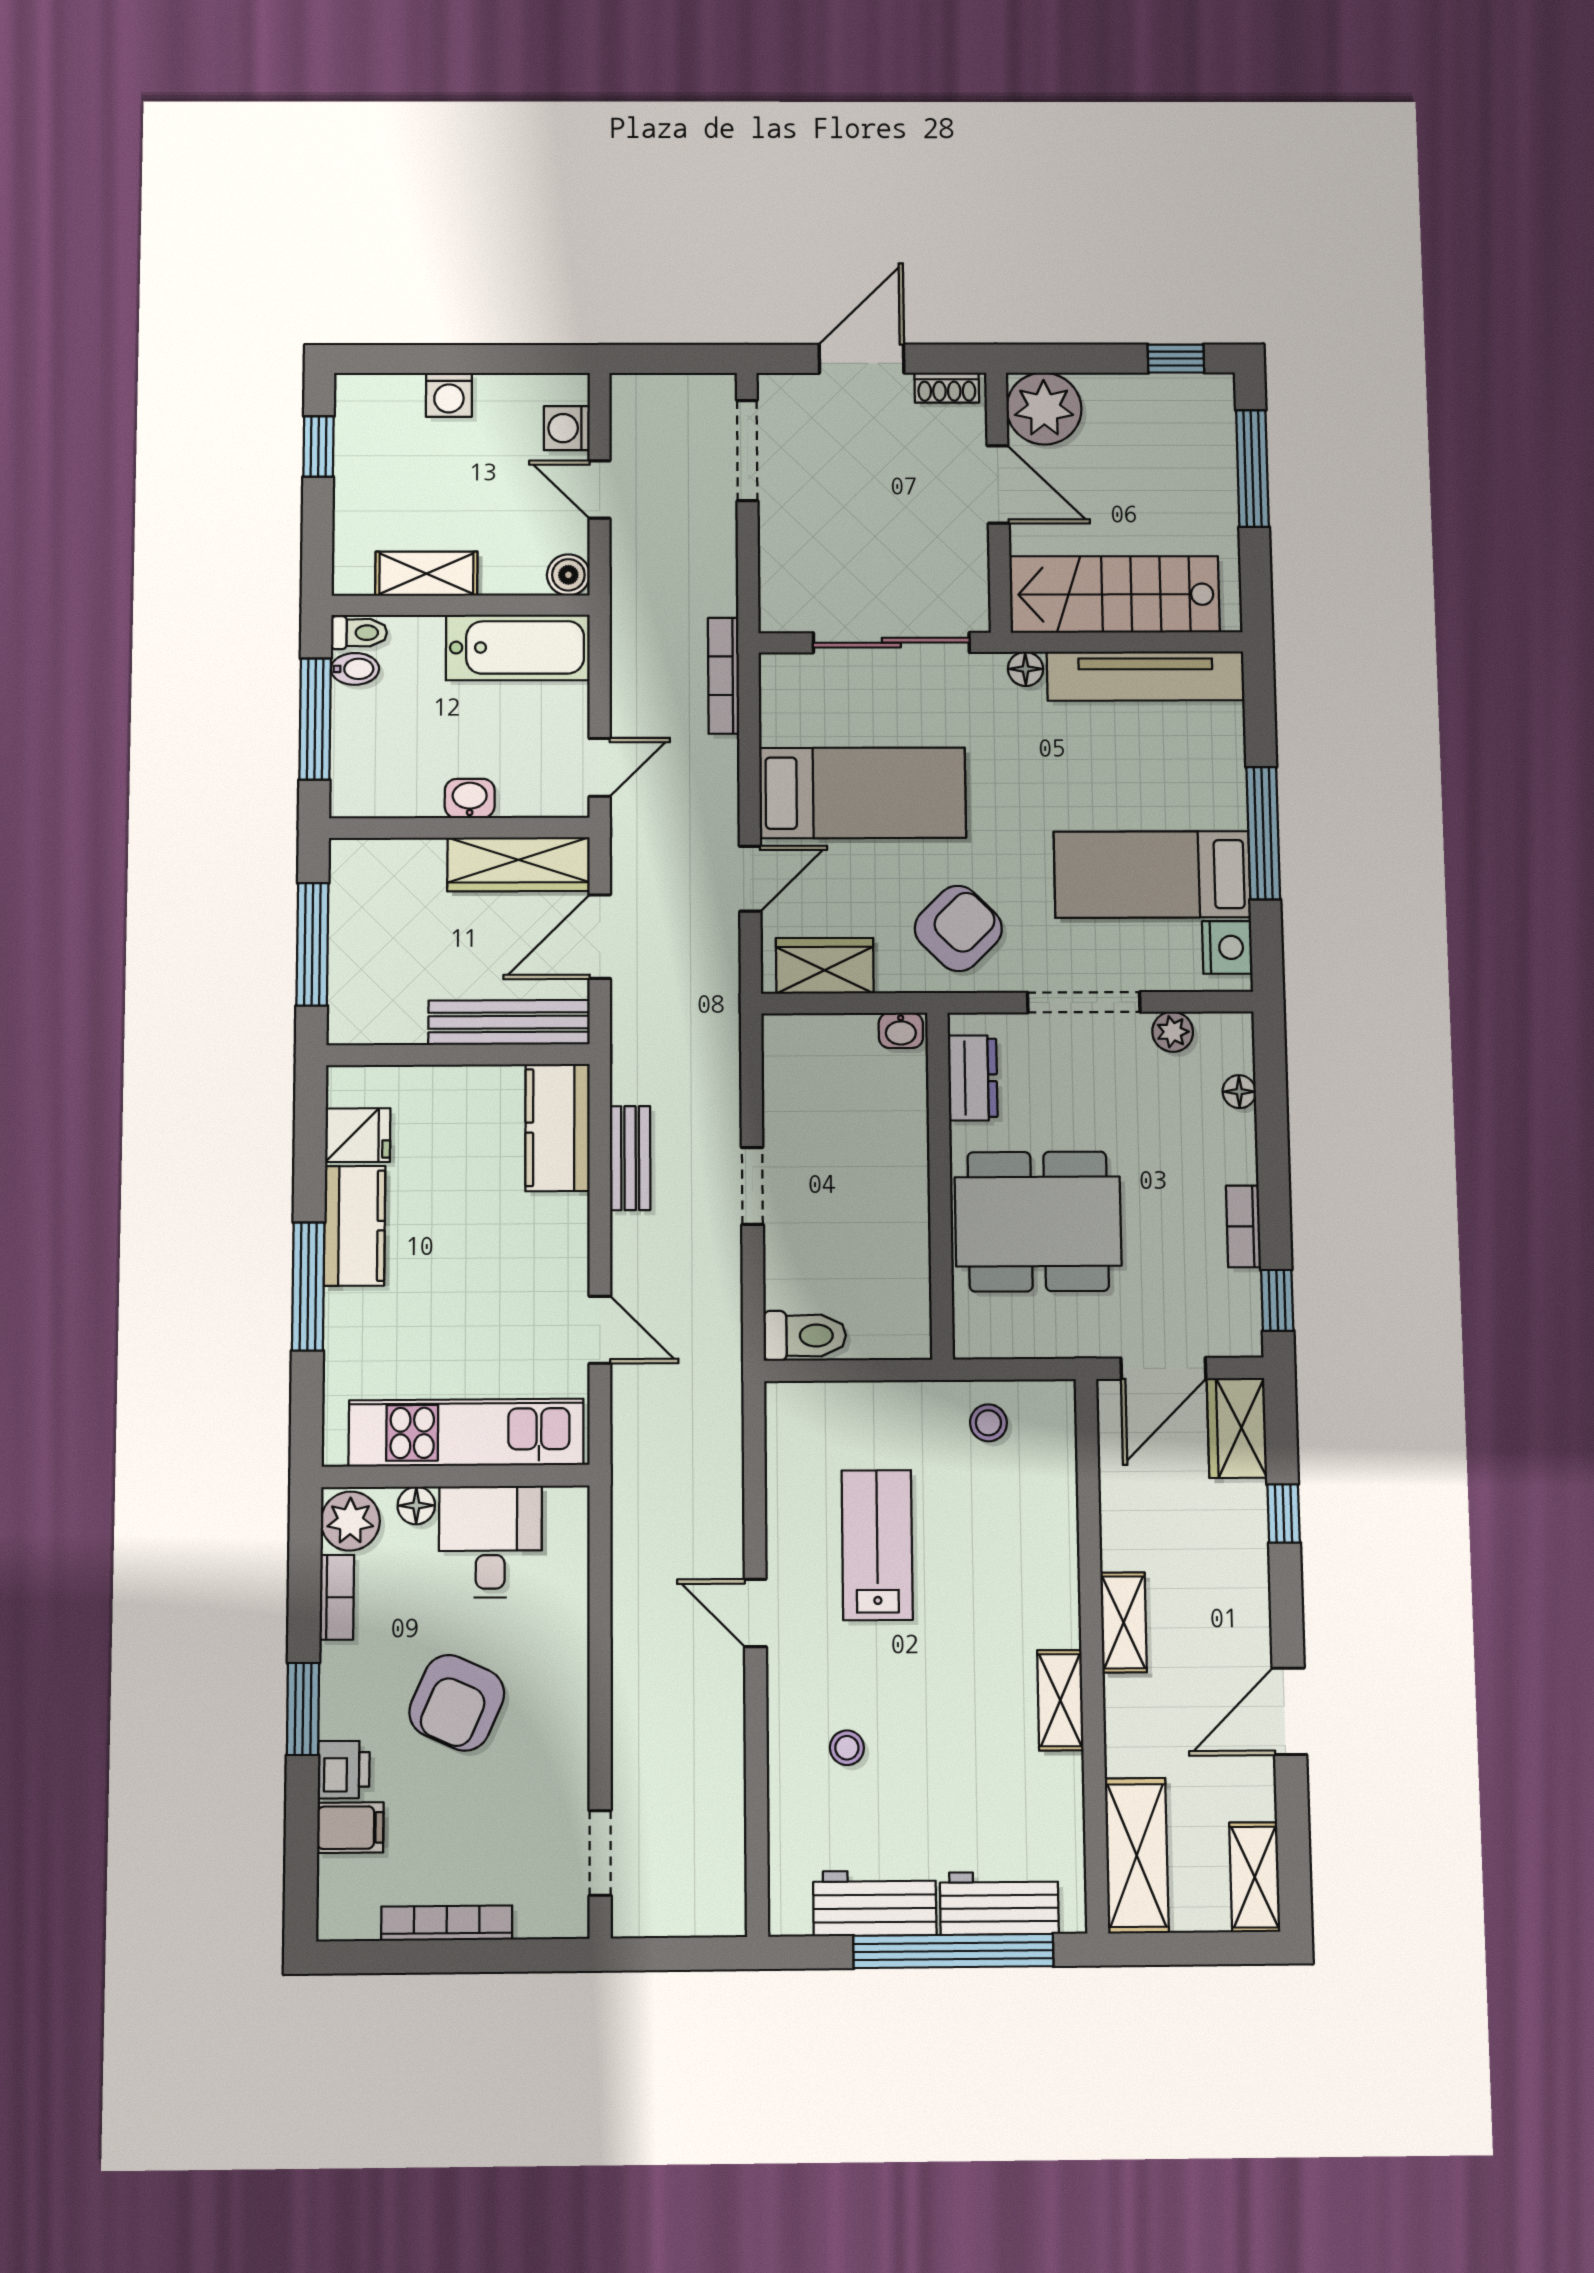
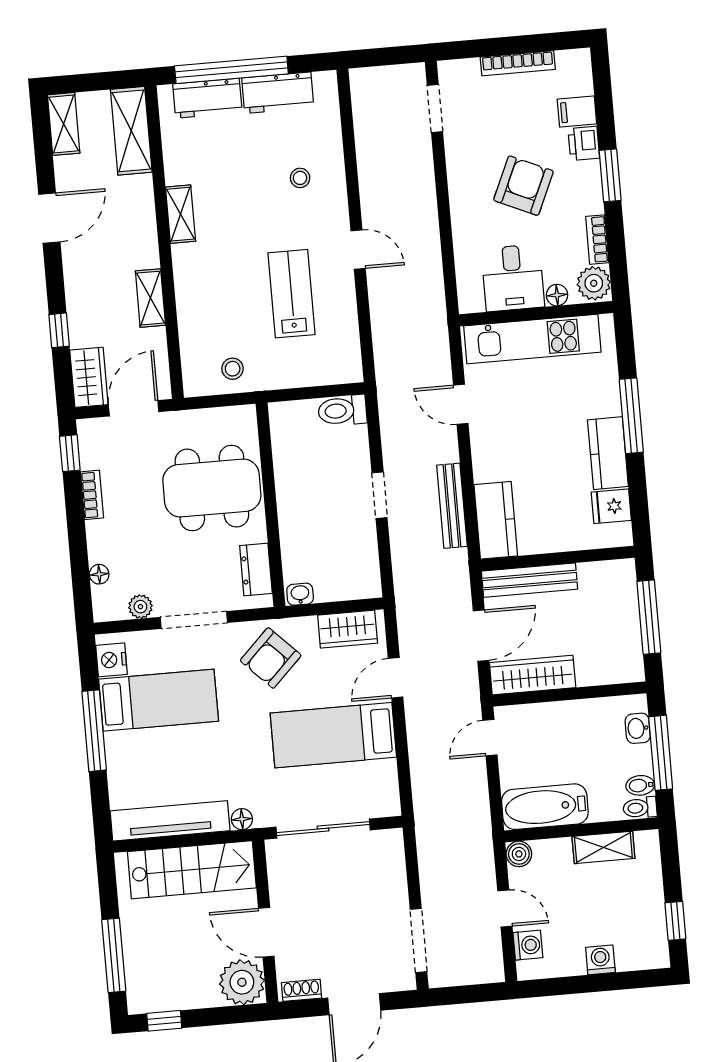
bookcase: (724, 676) -> (421, 800), removed
washbasin: (470, 798) -> (638, 728), moved, turned 90
bench: (630, 1158) -> (452, 506), width x1.36
lab bench: (877, 1545) -> (291, 294), turned 180
shelving: (1124, 1622) -> (150, 298), moved

